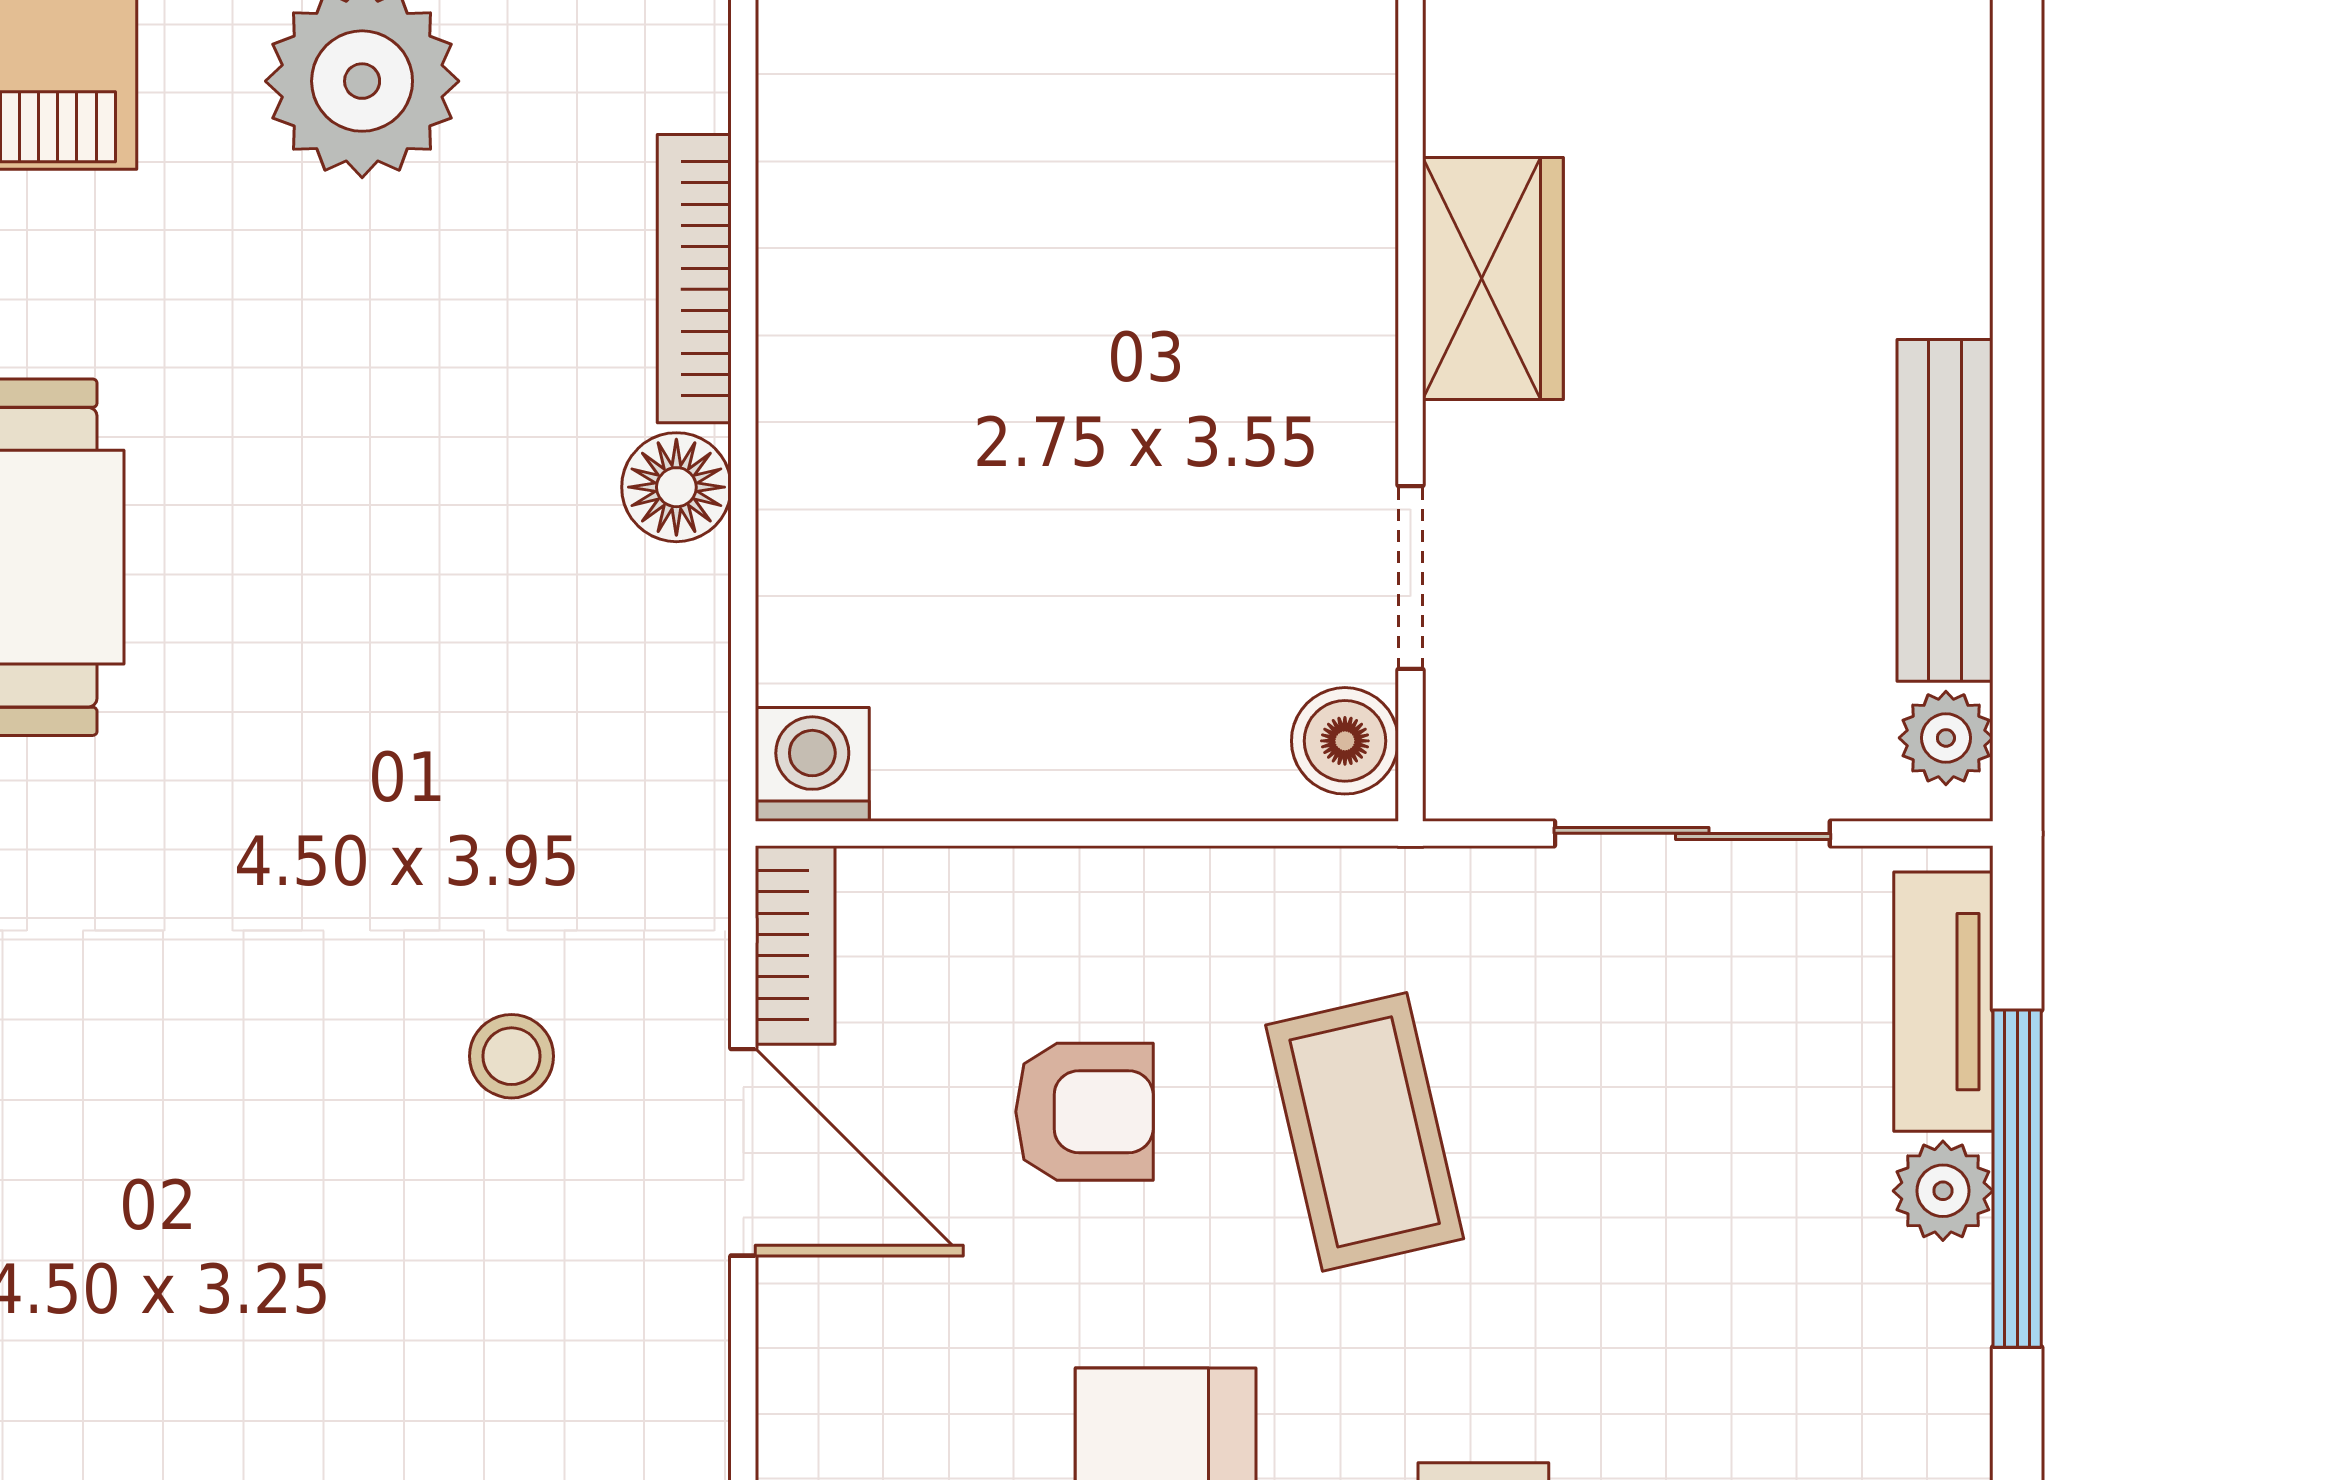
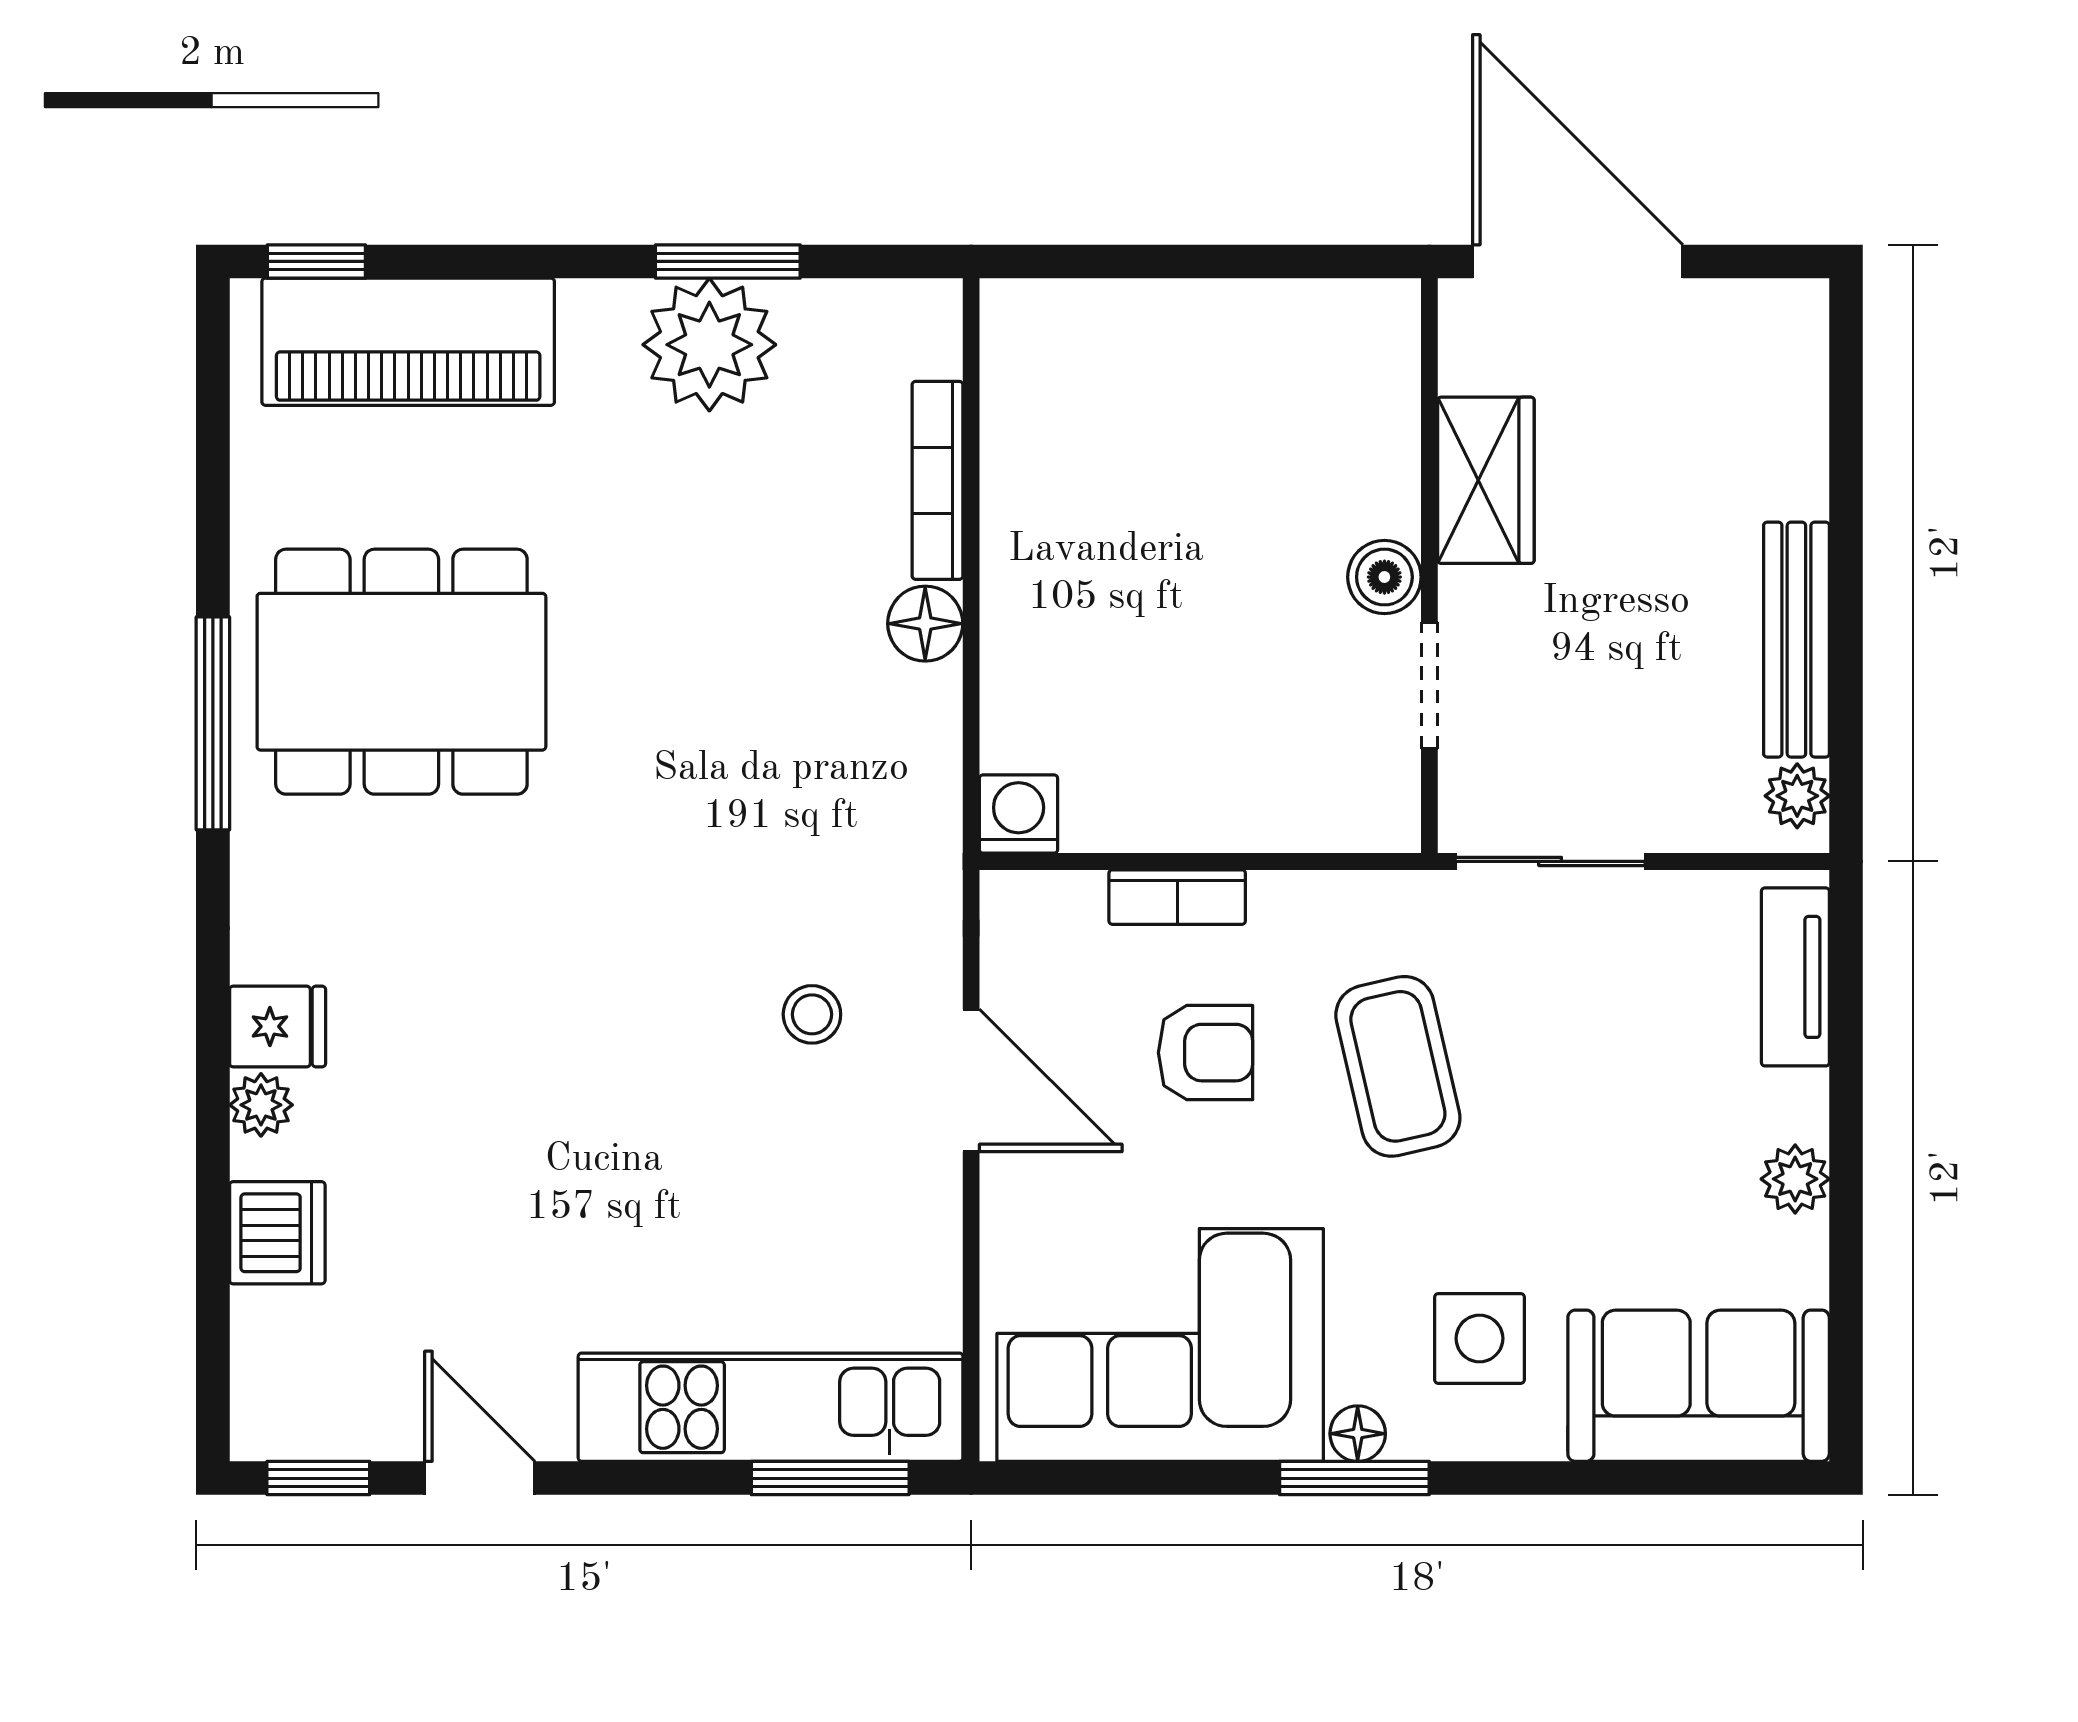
boiler: (1345, 741) -> (1384, 577), moved
sliding door: (1692, 833) -> (1550, 861), moved
bookcase: (795, 945) -> (1177, 897), moved, turned 90
window: (2017, 1179) -> (1846, 1098), removed
plant: (1943, 1191) -> (1795, 1179), moved

